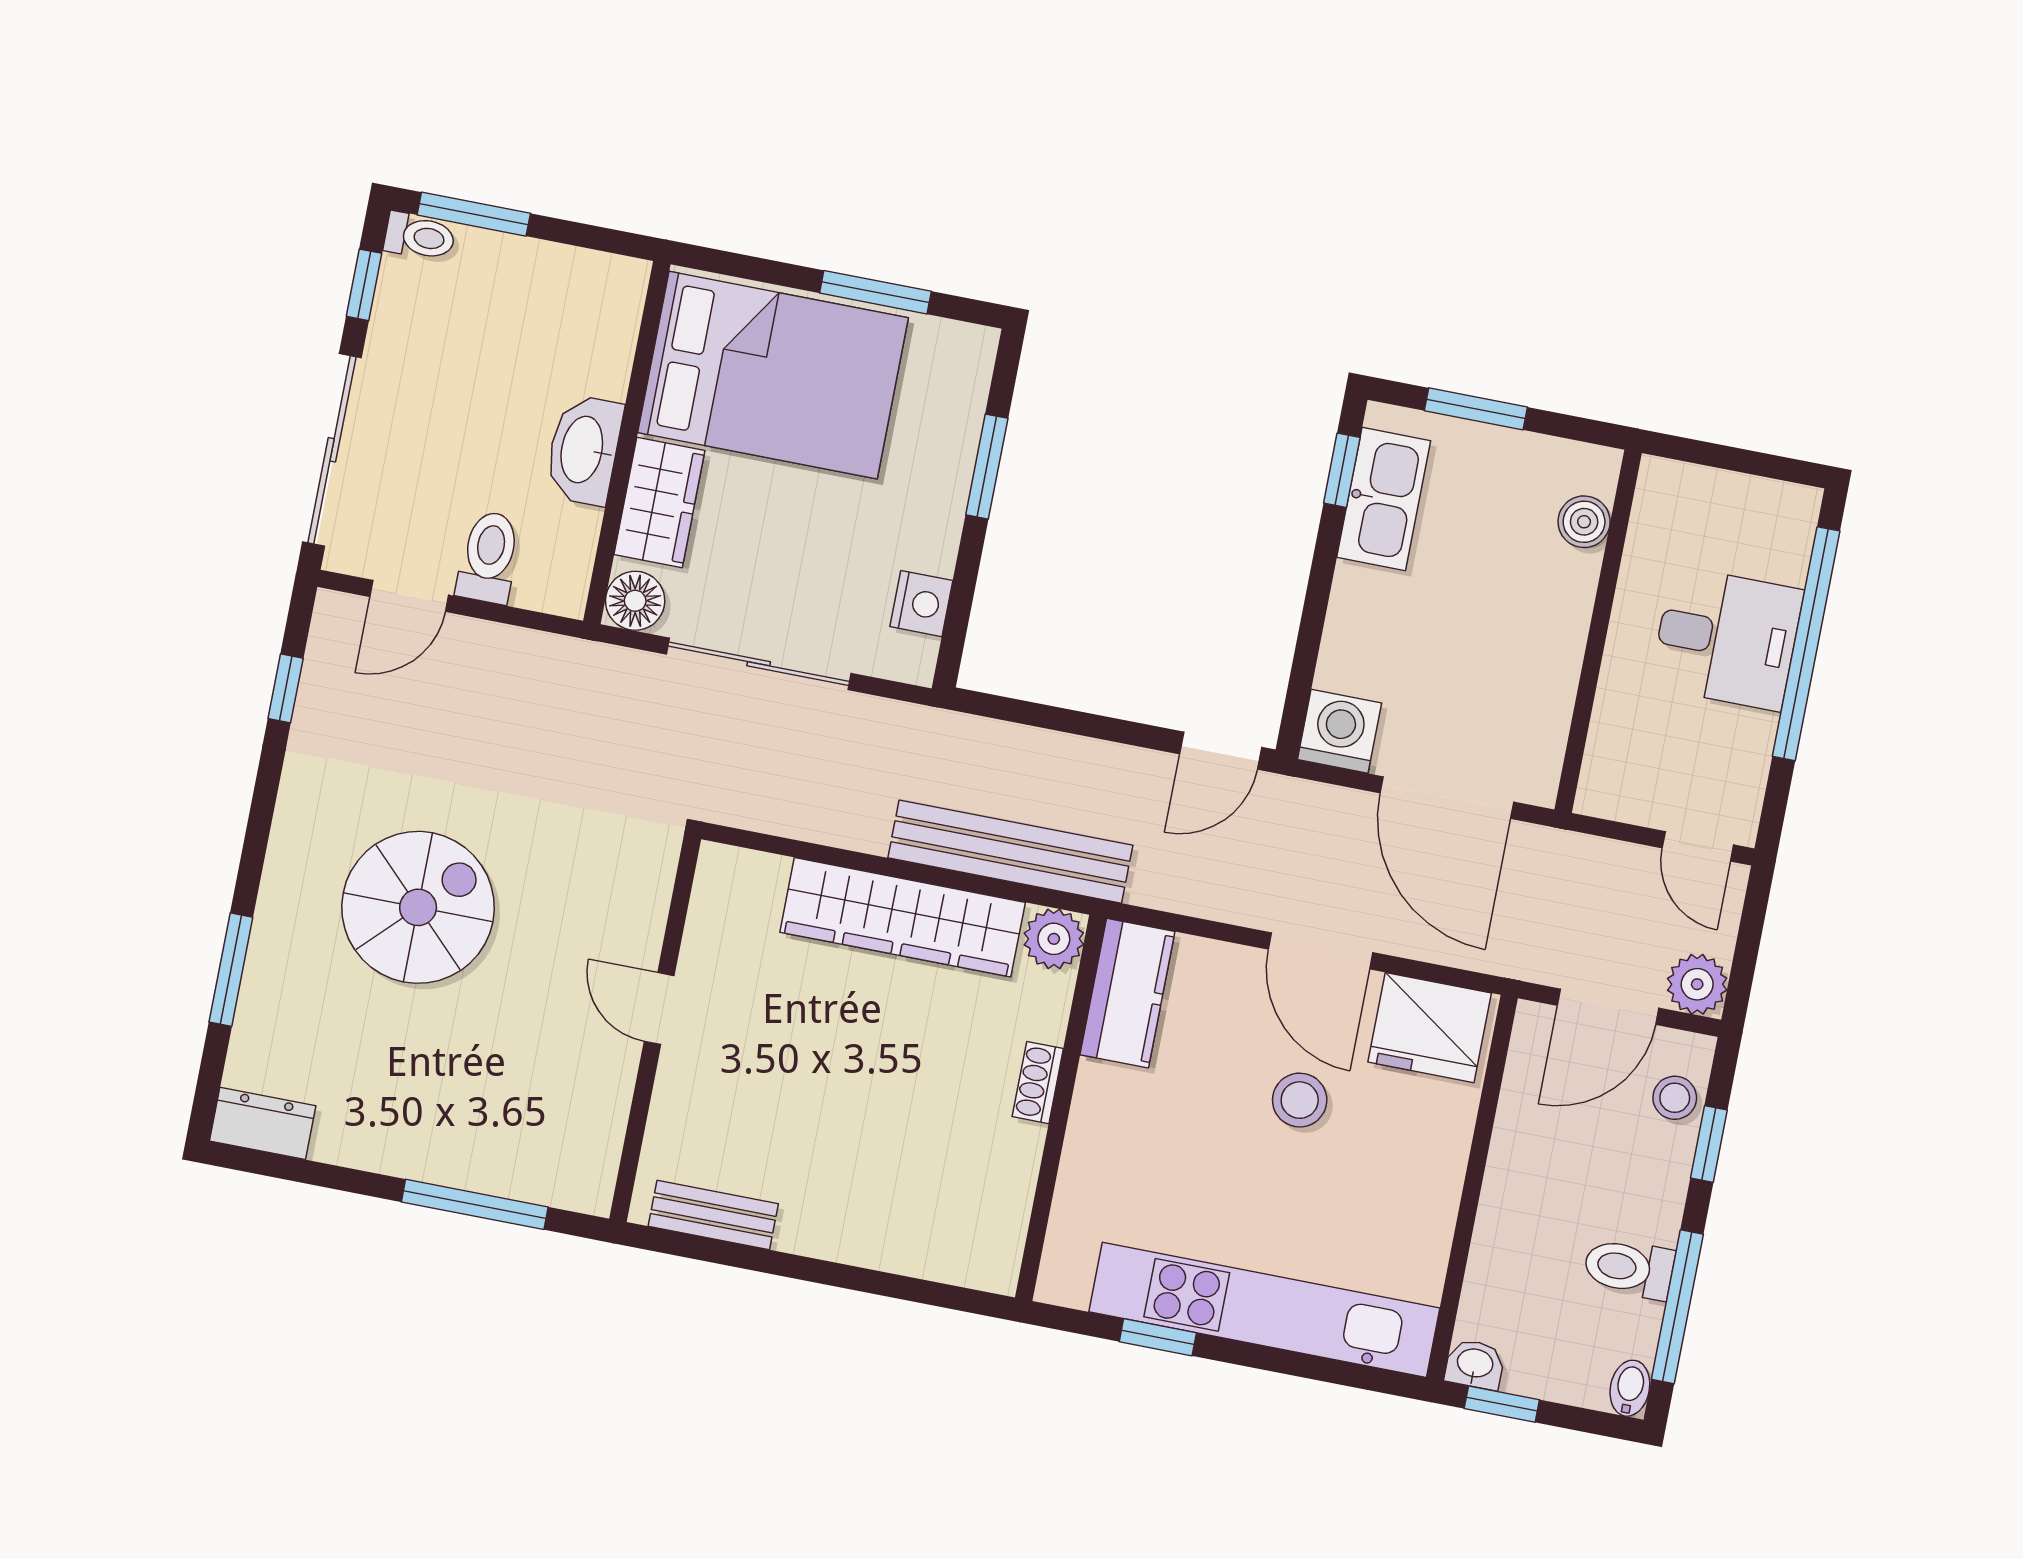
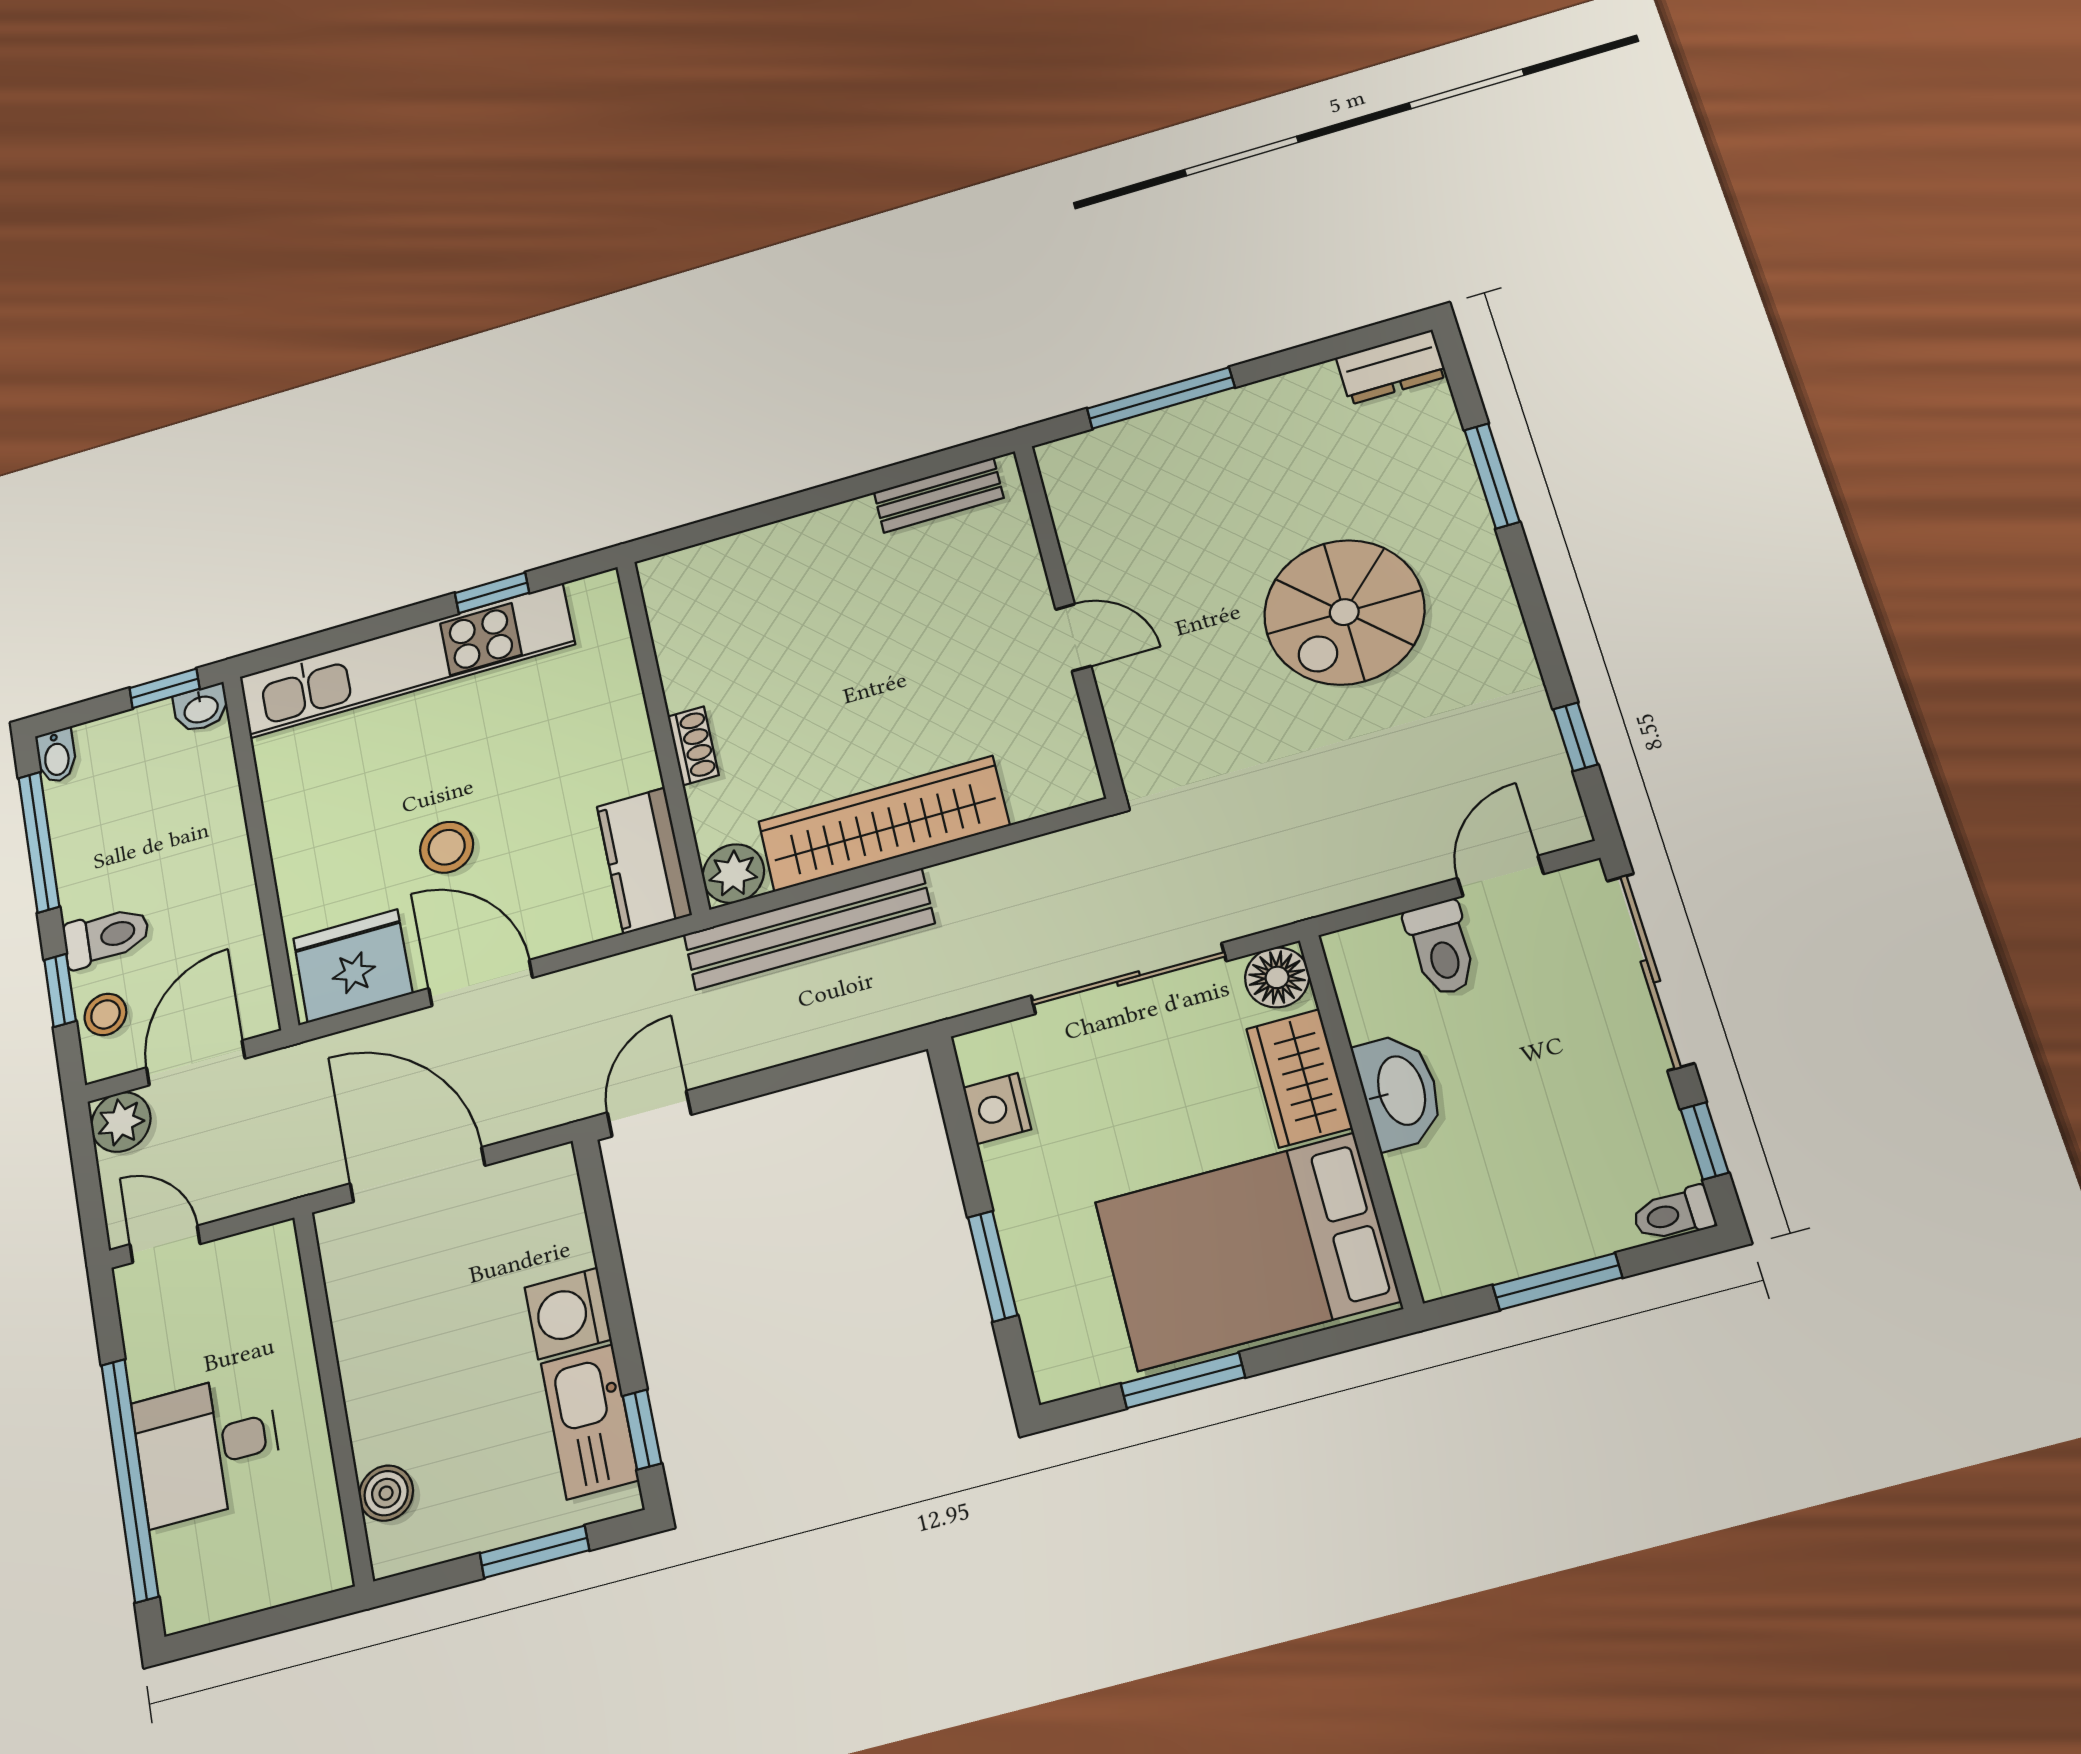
window: (474, 214) -> (1557, 1281), moved
washing machine: (1340, 731) -> (568, 1313), moved, turned 90
toilet: (1629, 1268) -> (106, 937), moved

